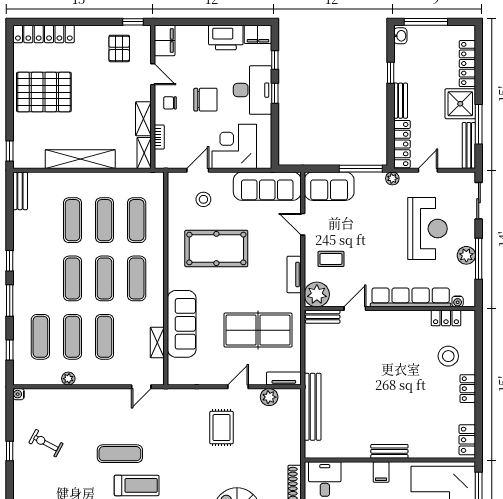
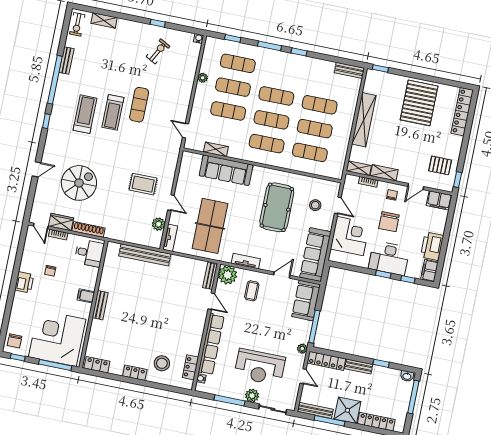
plant: (466, 255) -> (252, 396), moved

